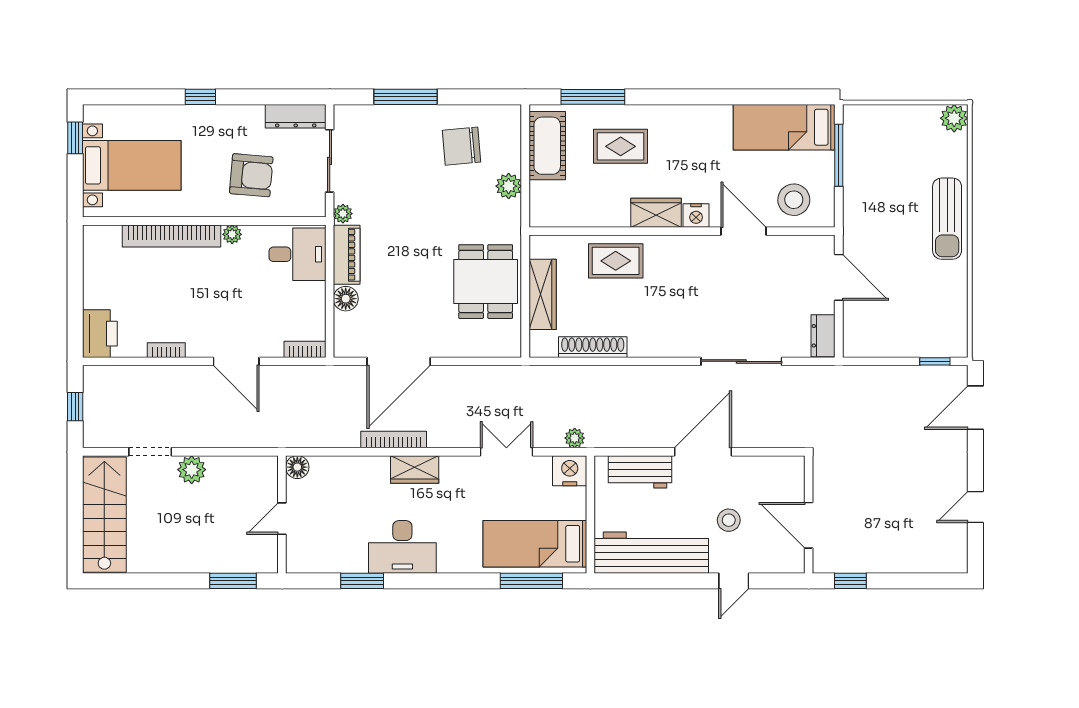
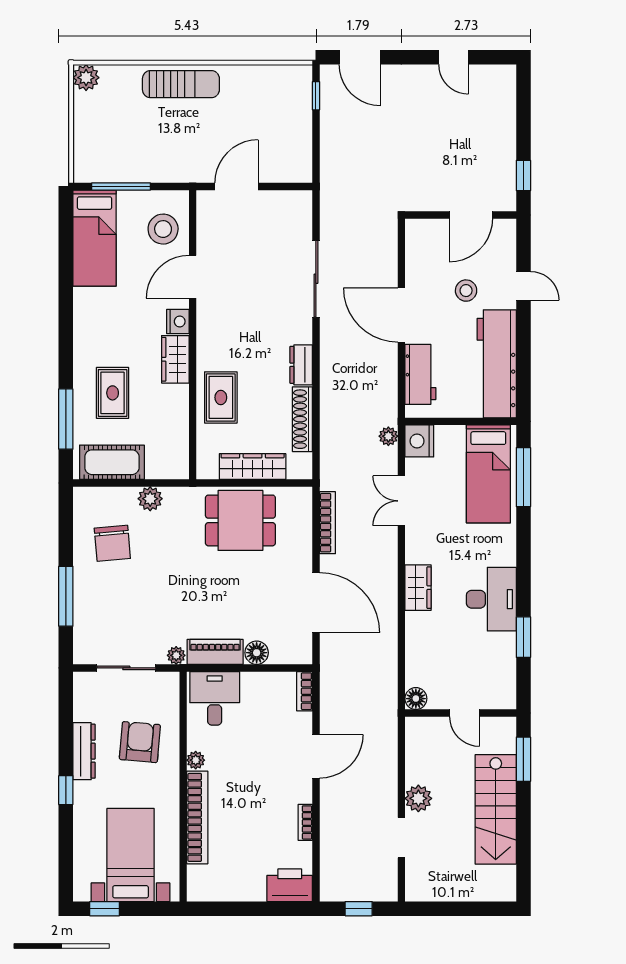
dresser: (296, 116) -> (84, 751), moved
dresser: (823, 336) -> (301, 365), moved, turned 90
bookcase: (394, 440) -> (327, 523), moved, turned 180
stairs: (104, 515) -> (496, 809), moved, turned -90

